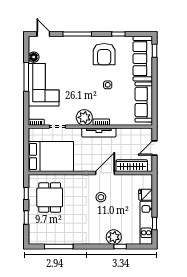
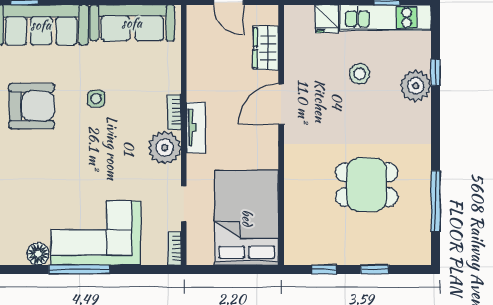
tv unit: (99, 132) -> (196, 128), width x0.71
wardrobe: (132, 166) -> (266, 48), width x0.67
door: (105, 173) -> (281, 104), hinge flipped
dining table: (50, 197) -> (367, 185), moved
stool: (101, 197) -> (360, 74), moved

